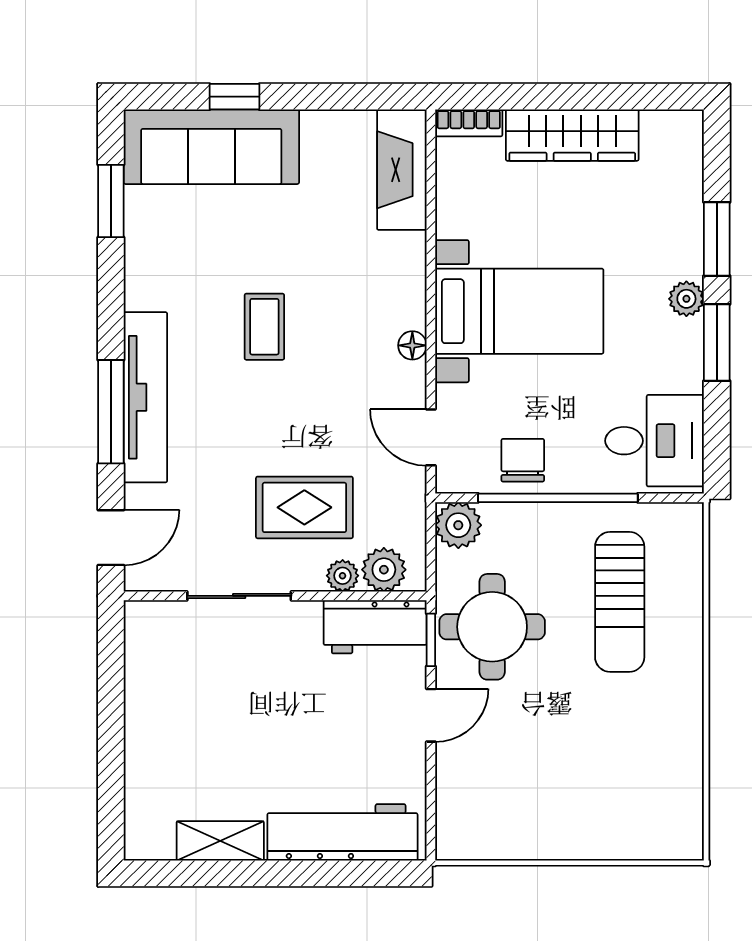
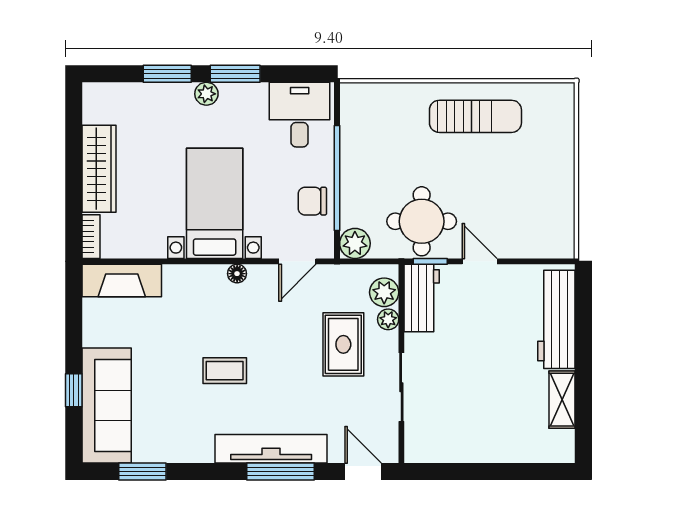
sun lounger: (620, 602) -> (475, 116), moved

